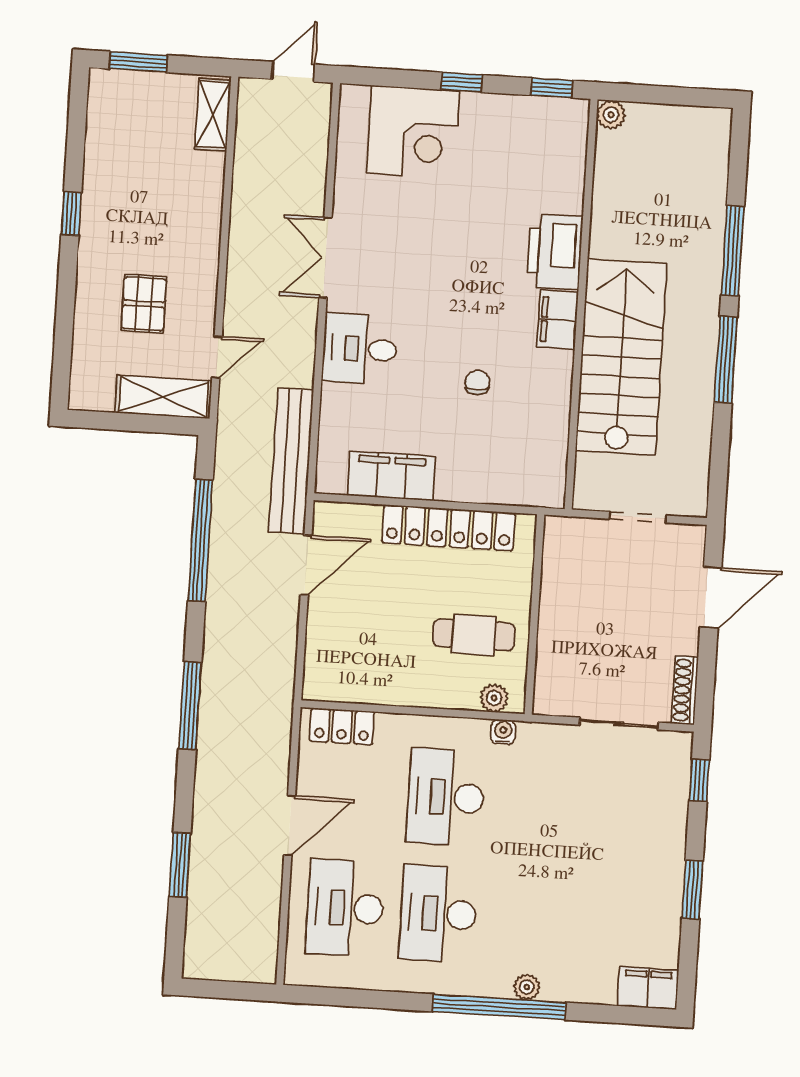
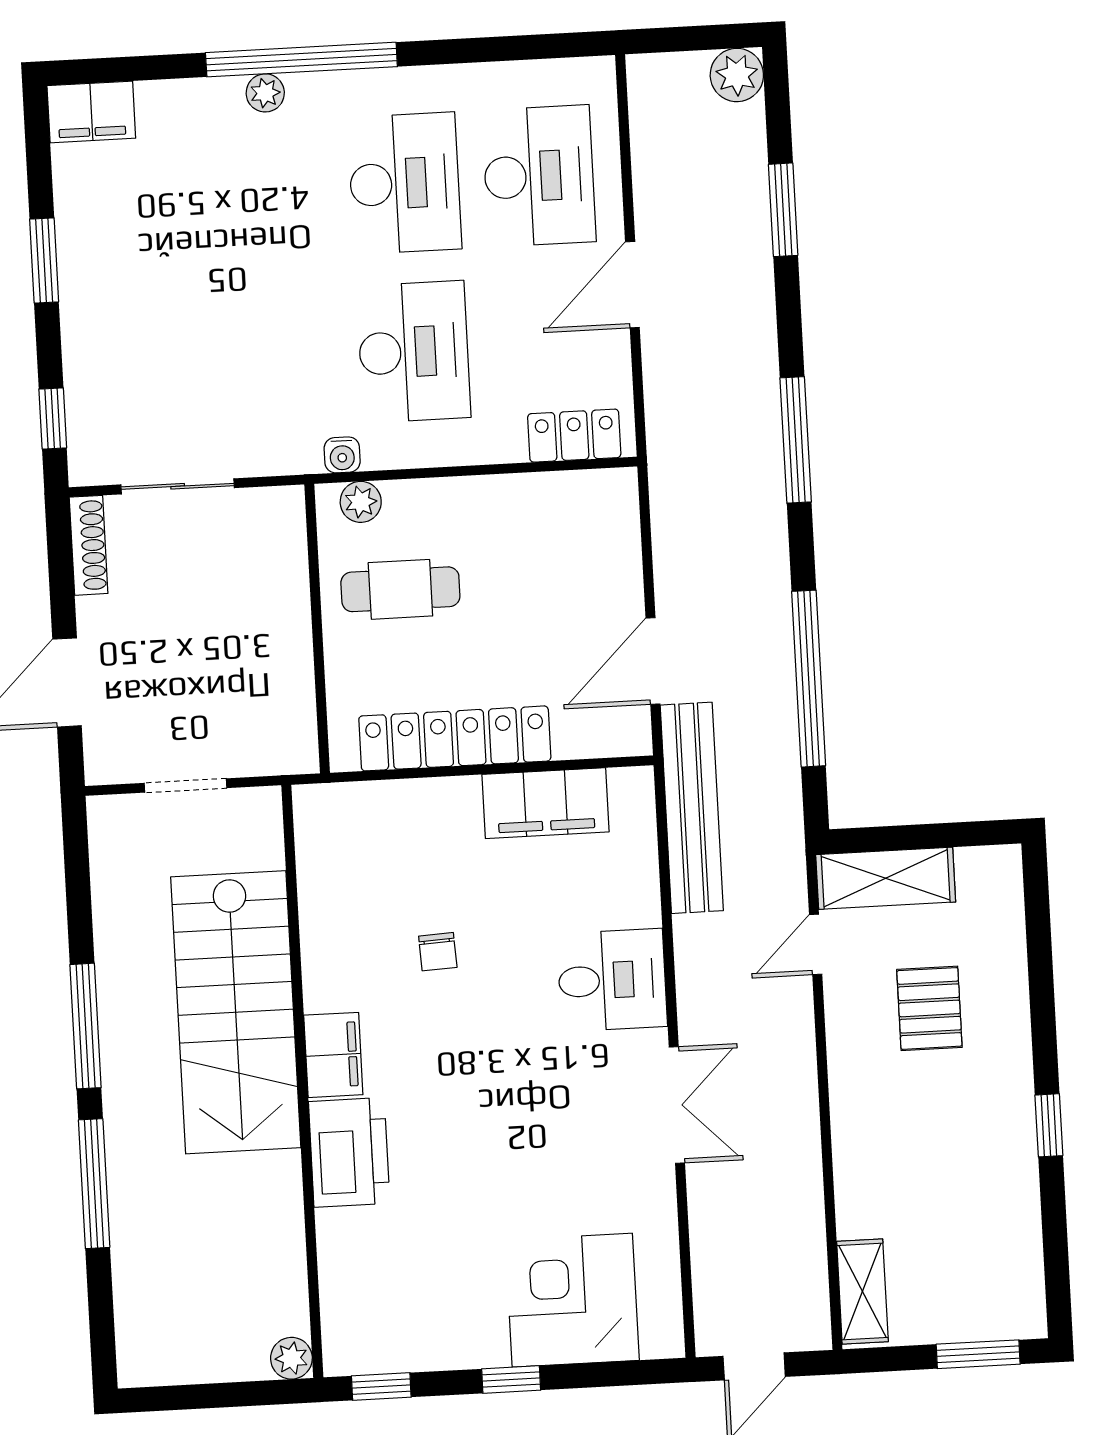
plant: (201, 961) -> (737, 75), added

